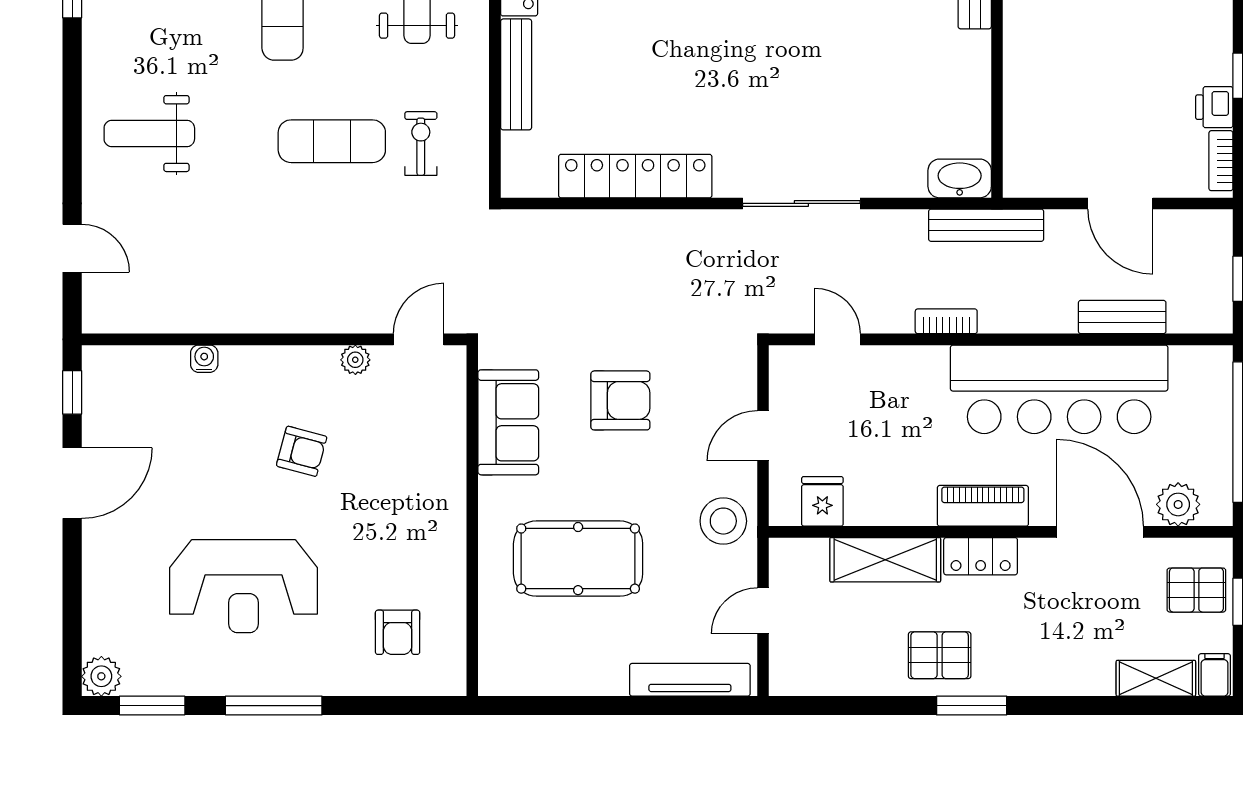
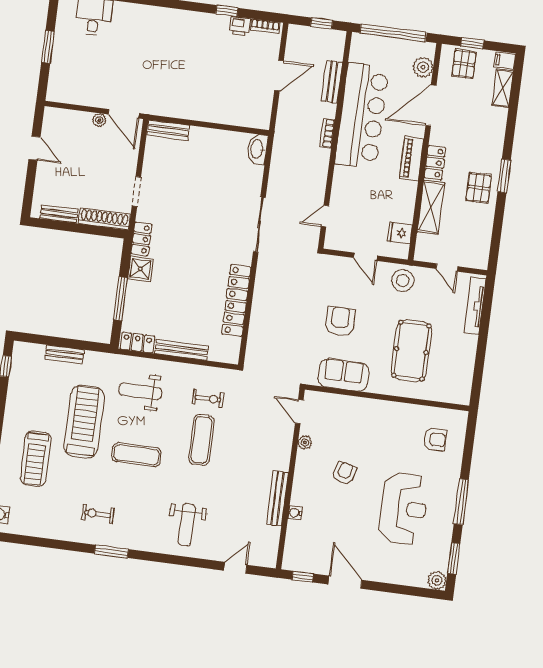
exercise bike: (421, 144) -> (208, 399), turned 180
bench: (986, 225) -> (277, 498), moved
bookcase: (946, 321) -> (327, 133), moved

